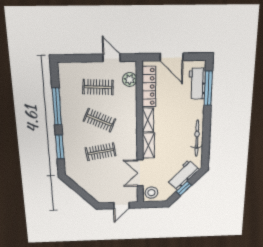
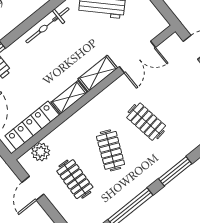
stool: (151, 193) -> (152, 24), removed

